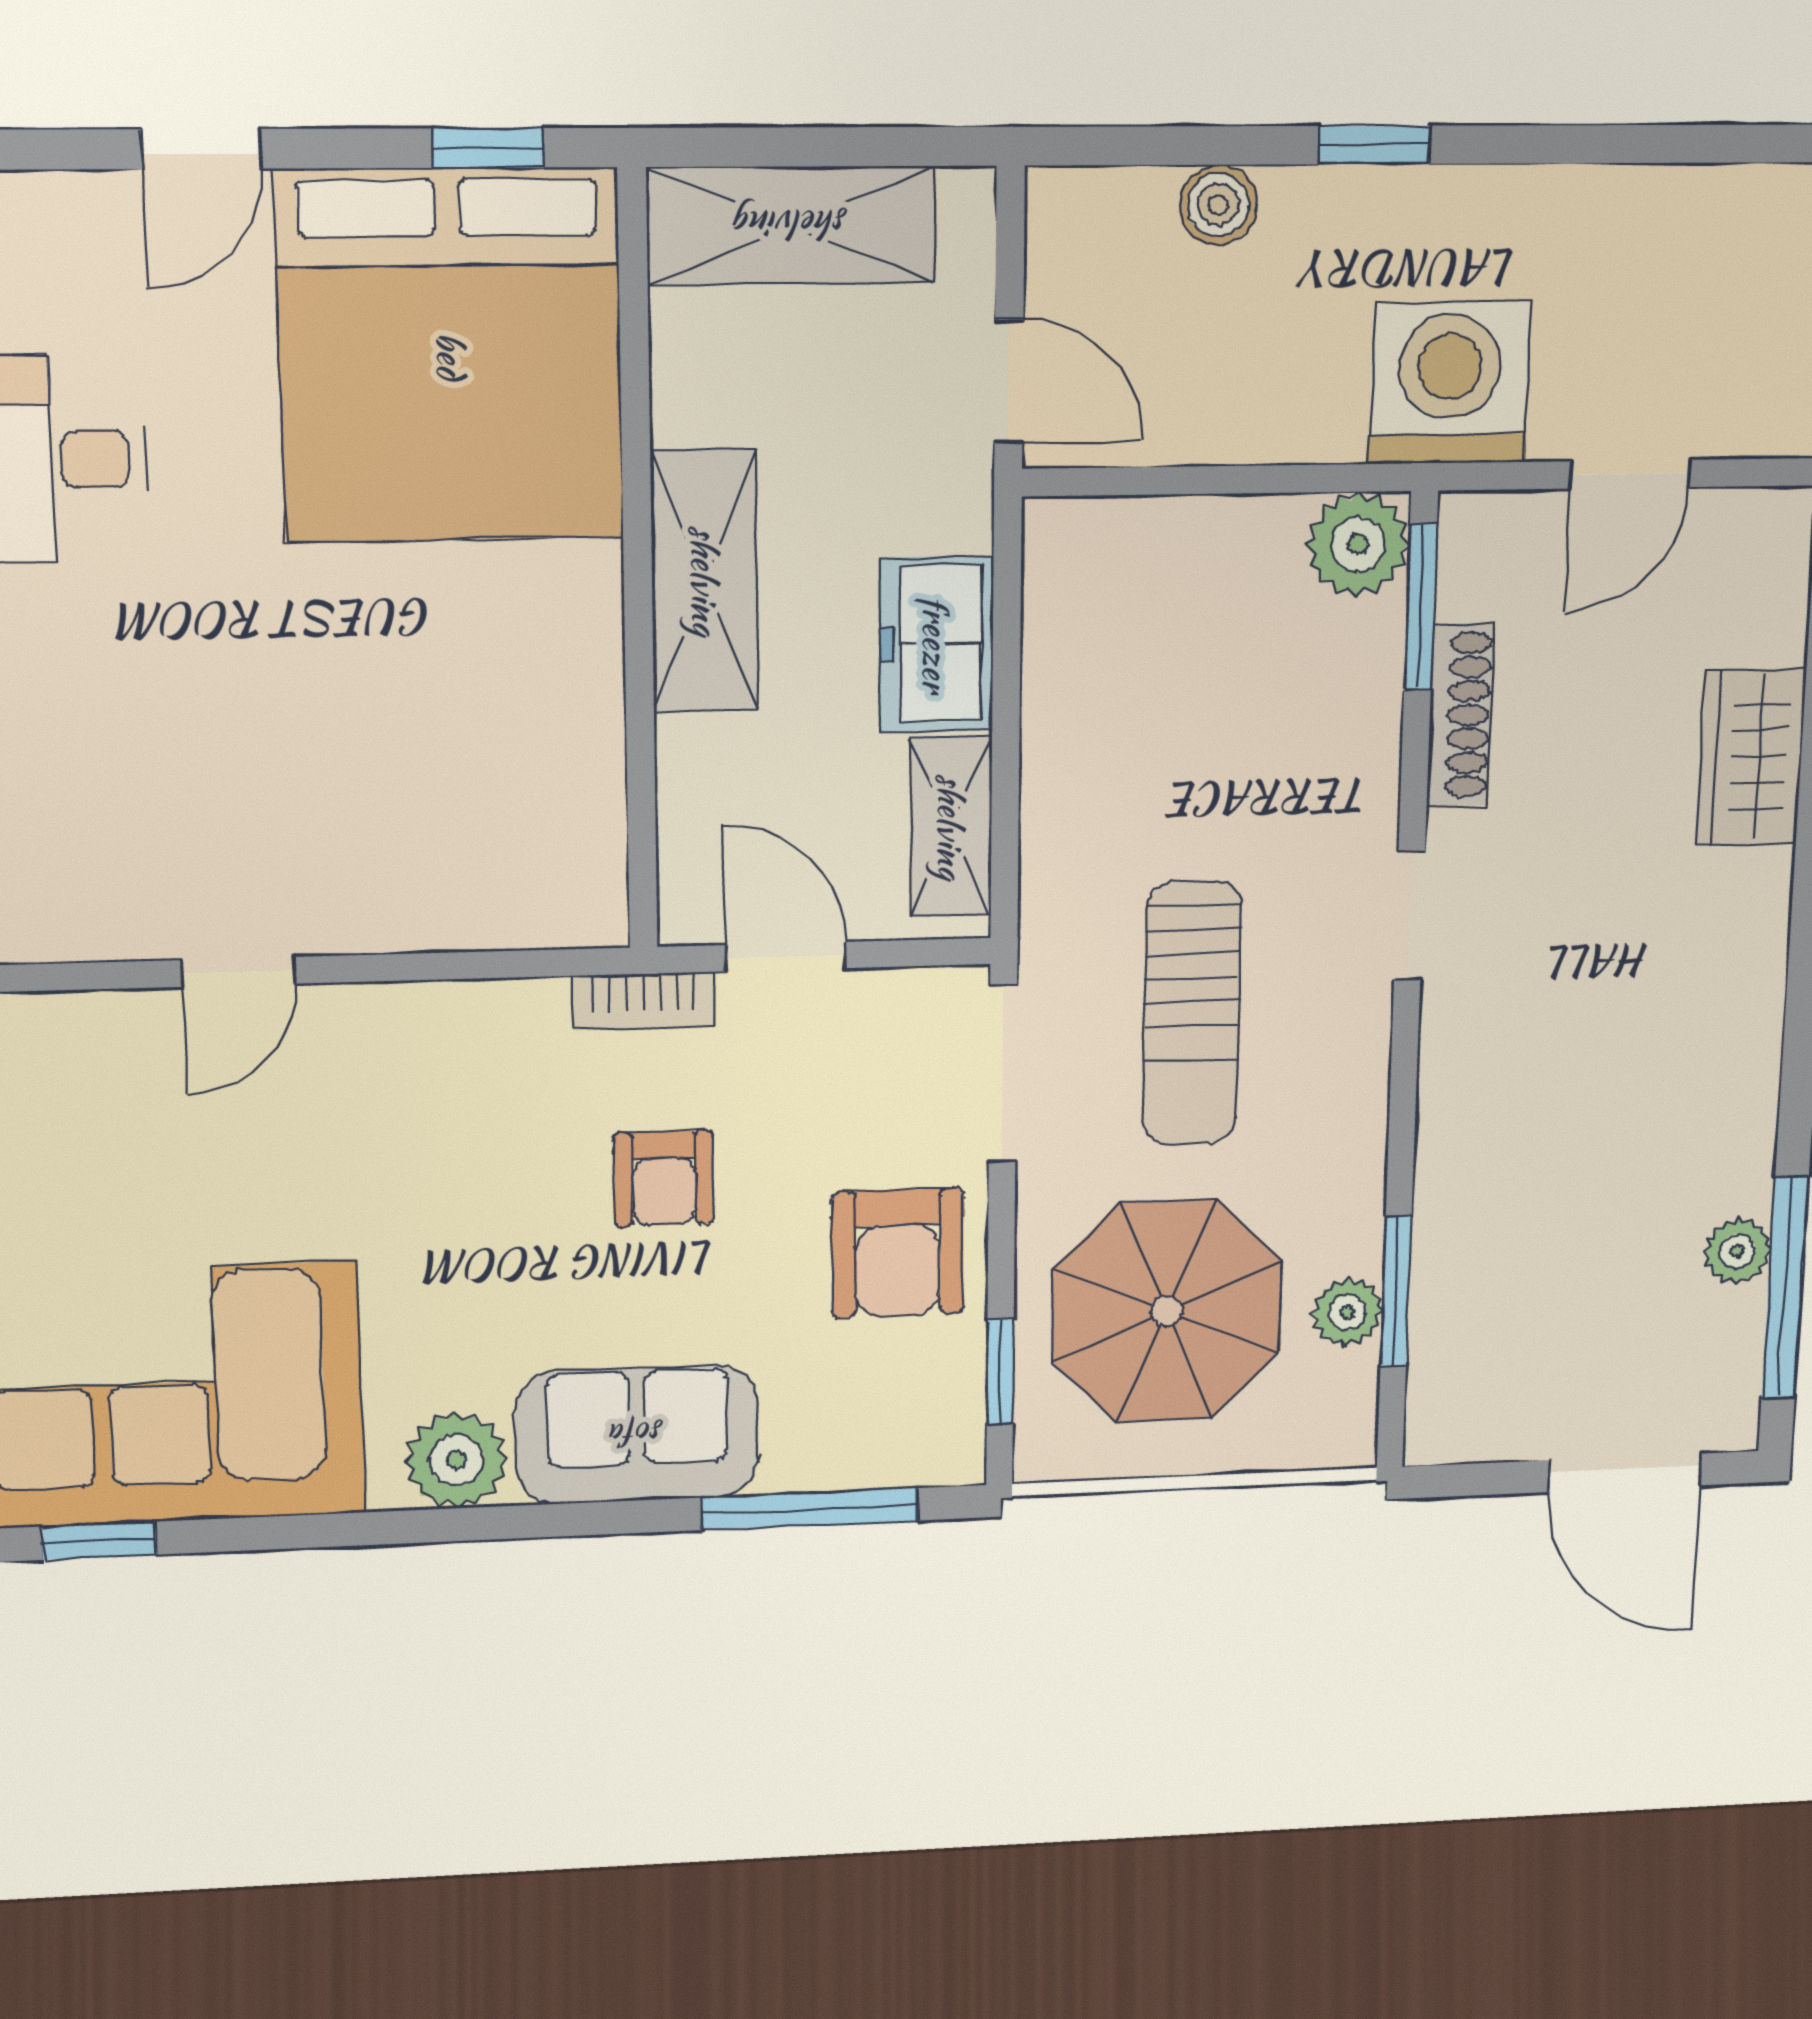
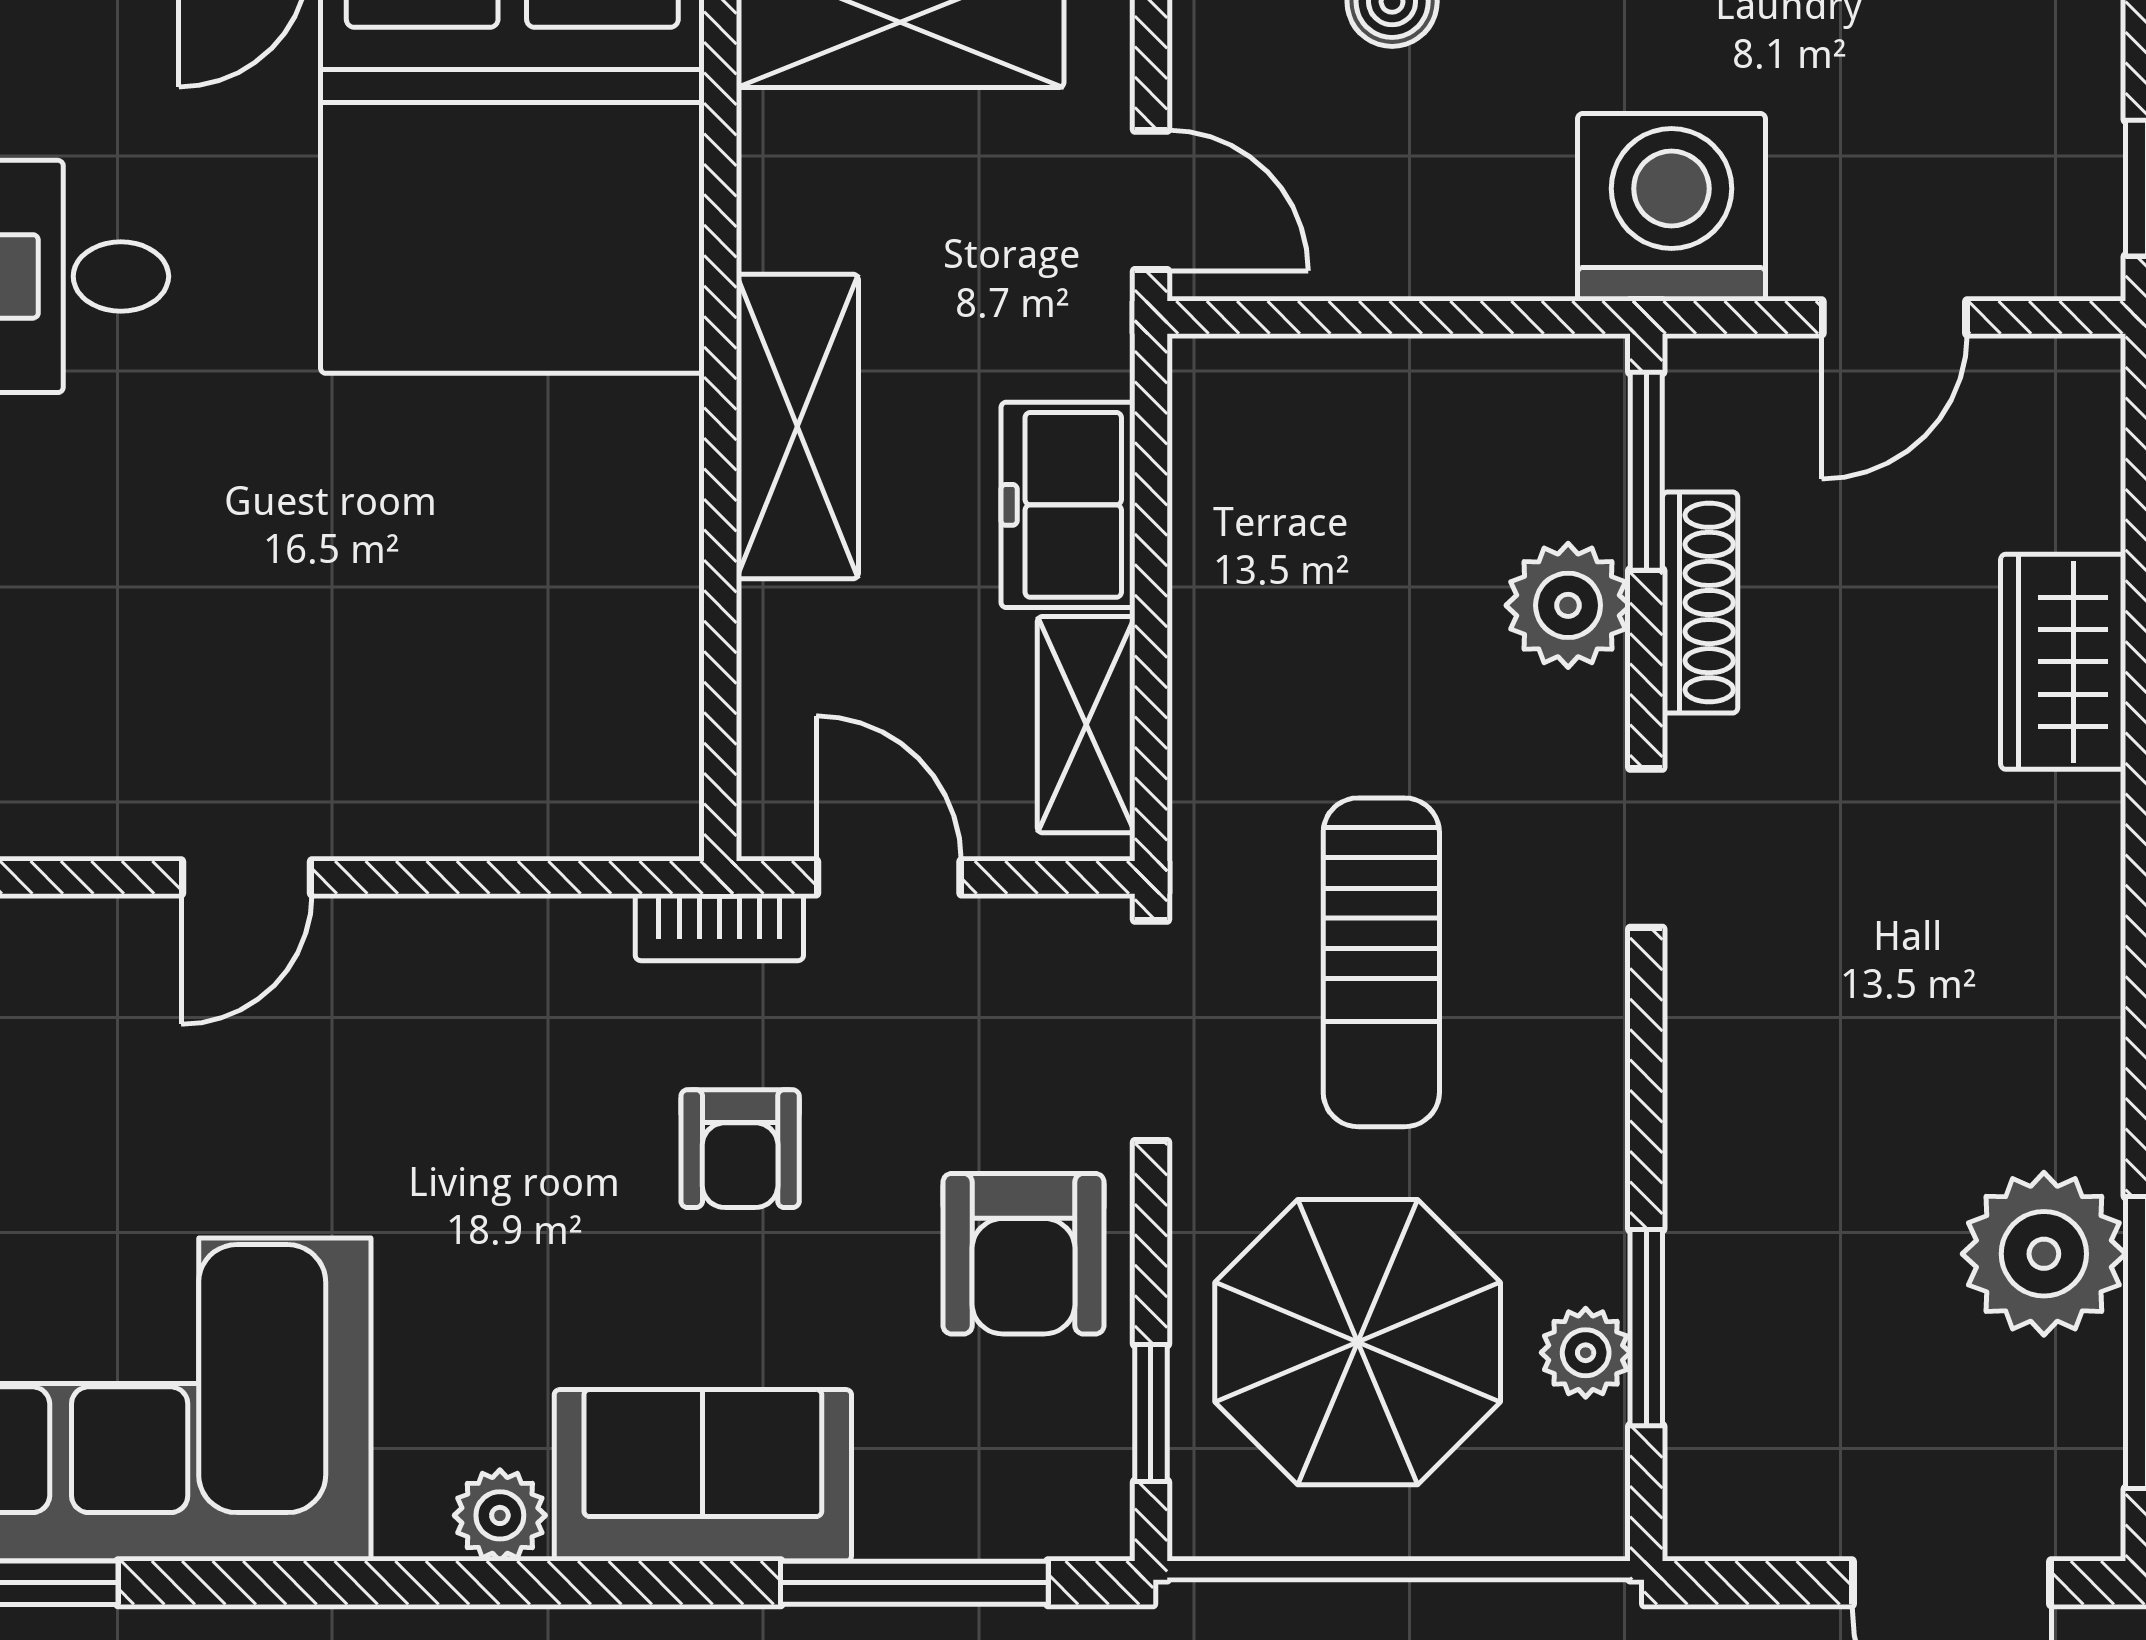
plant: (1358, 544) -> (1568, 605), moved
plant: (1737, 1251) -> (2044, 1254), width x1.87, depth x1.87
plant: (456, 1460) -> (500, 1515), width x0.73, depth x0.73

